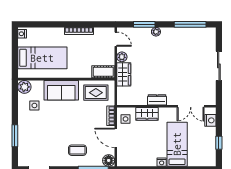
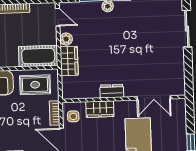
sliding door: (219, 66) -> (187, 29), moved
cot: (103, 72) -> (38, 56), width x1.37, depth x1.34
nightstand: (210, 120) -> (179, 115), removed

